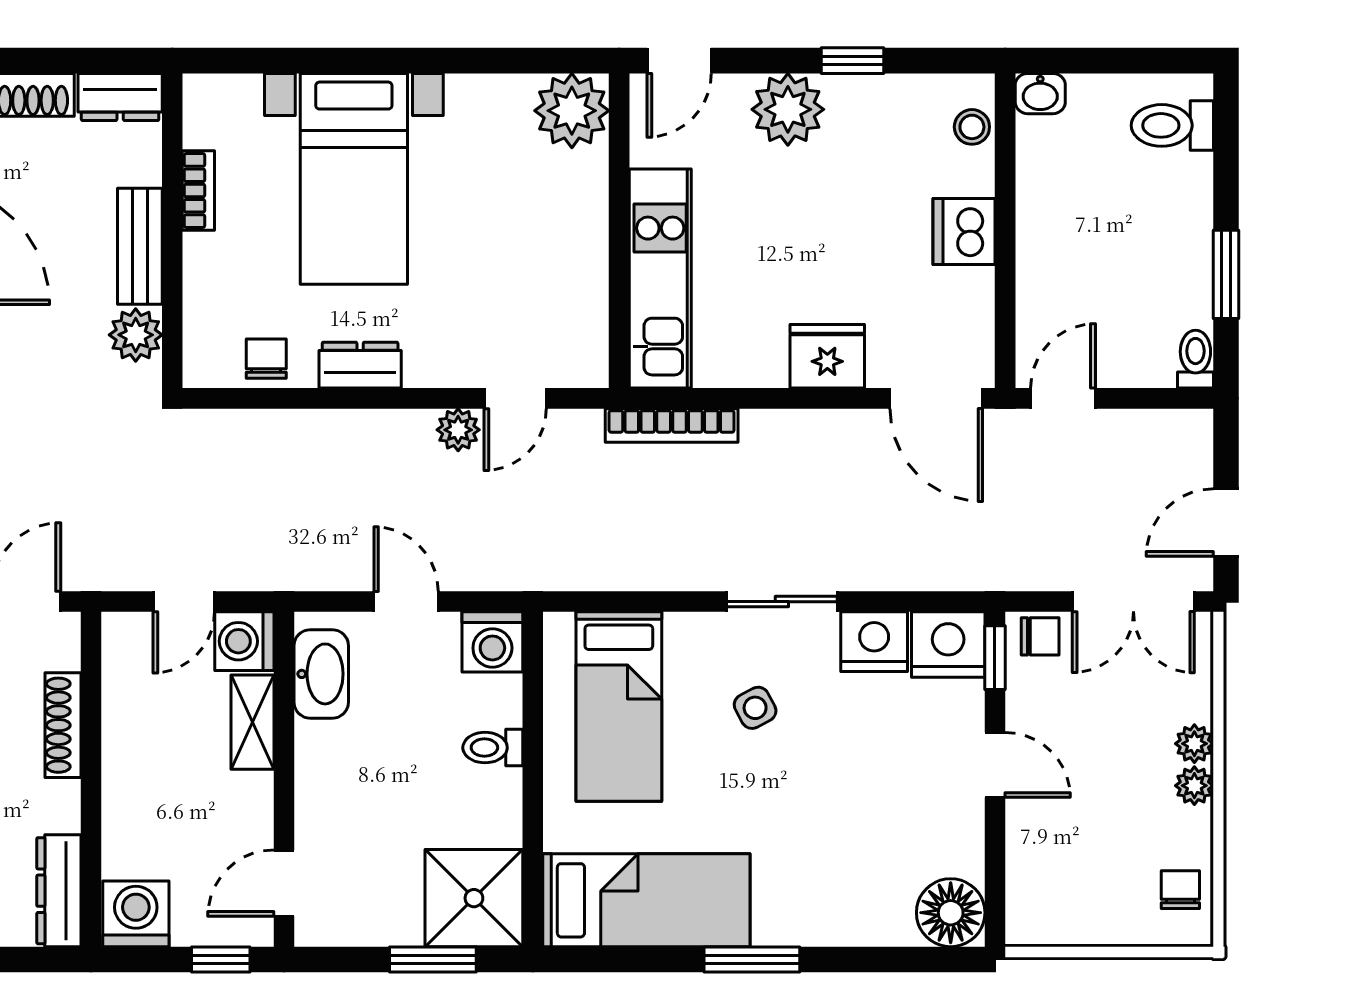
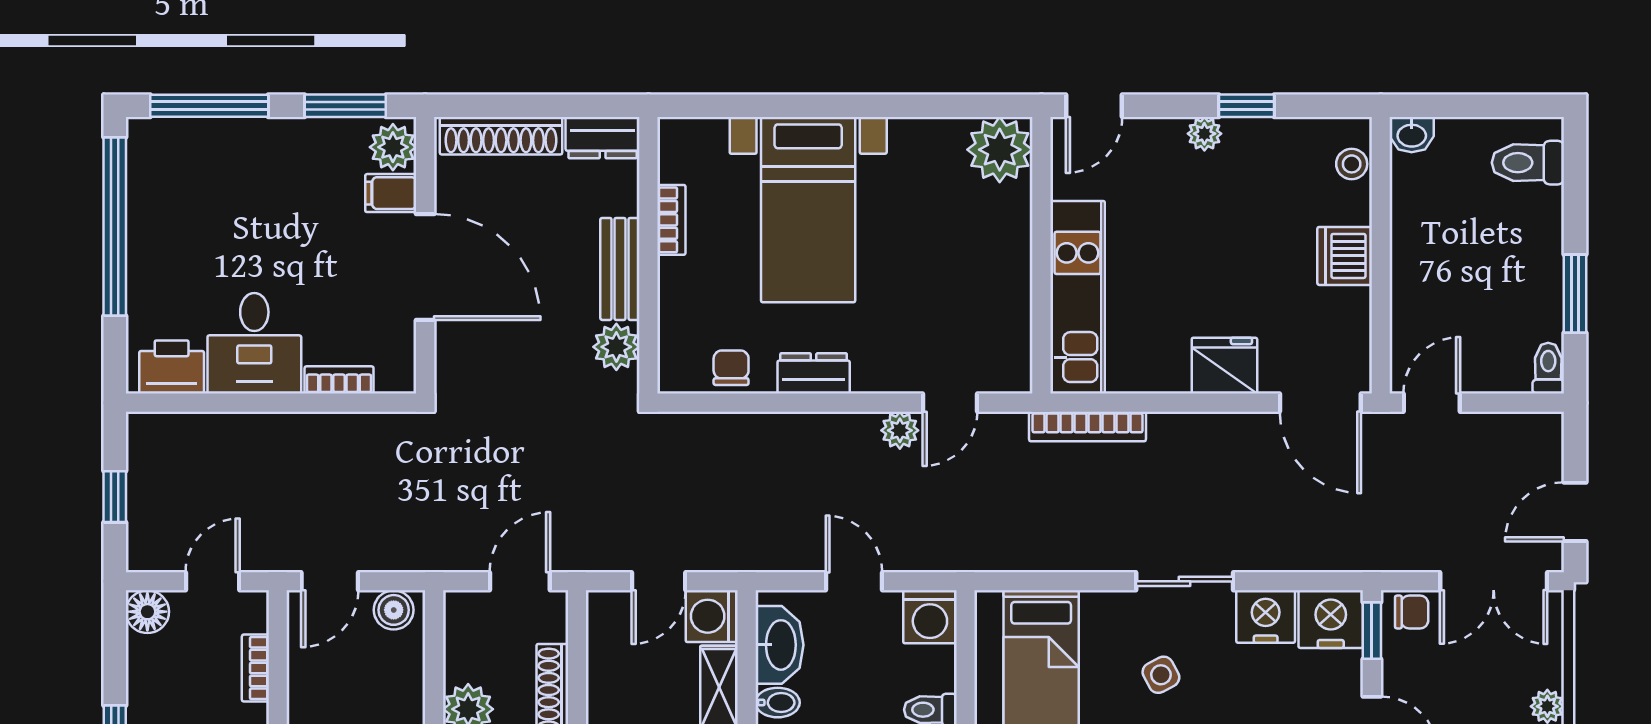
plant: (788, 109) -> (1204, 134), width x0.53, depth x0.53
bidet: (319, 739) -> (778, 703), added

